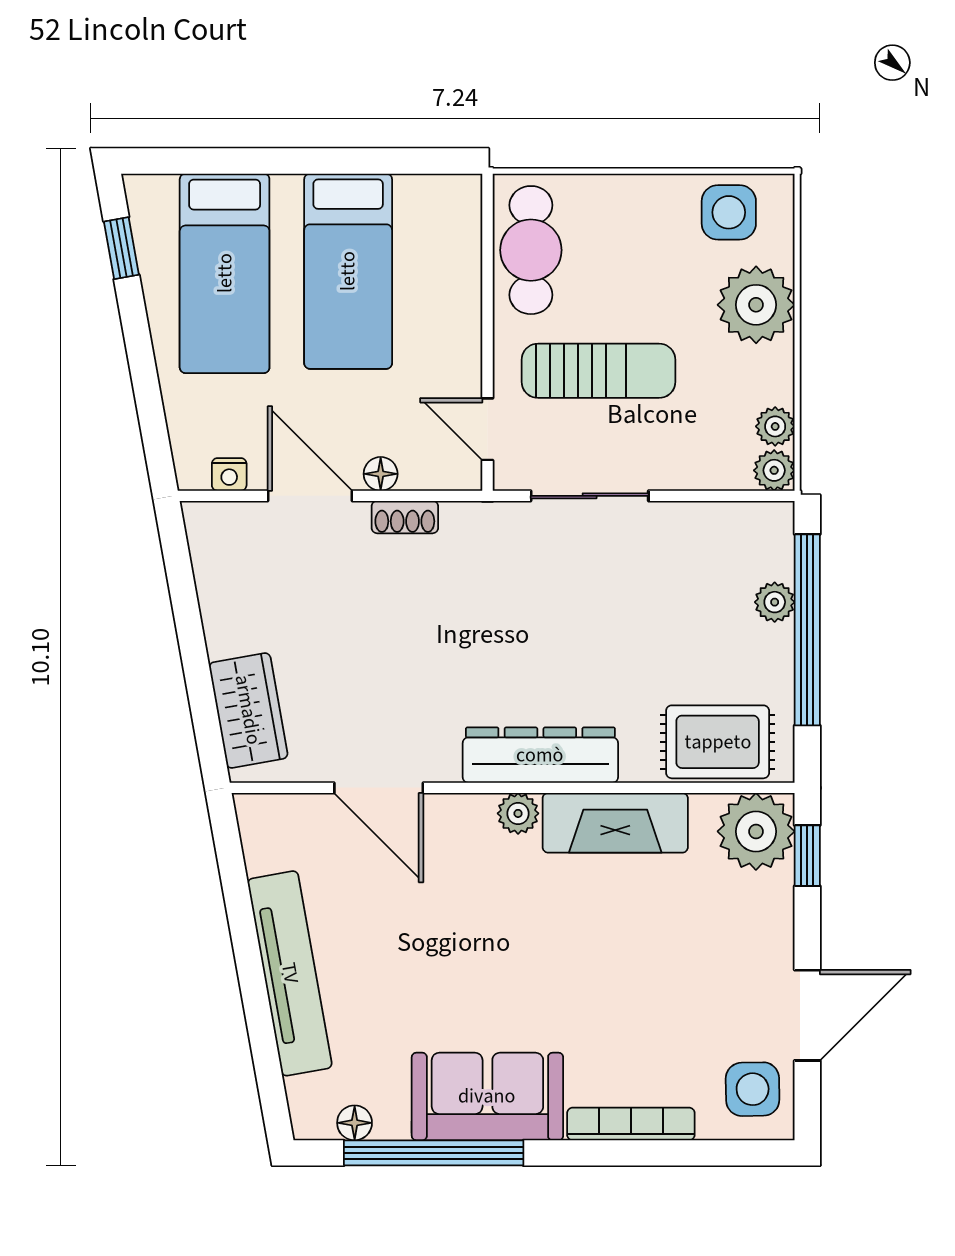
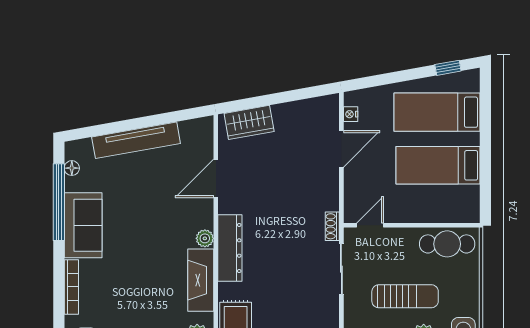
sun lounger: (598, 371) -> (405, 296), moved, turned -90
floor lamp: (381, 474) -> (351, 179), removed
shoe rack: (405, 517) -> (332, 226), moved

